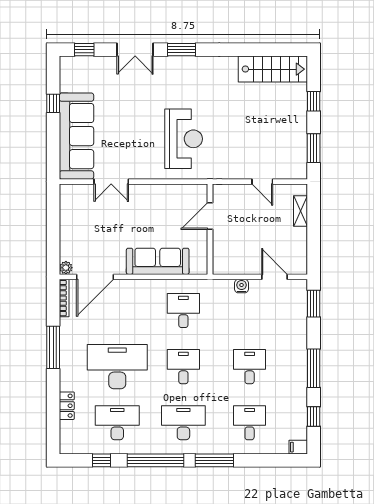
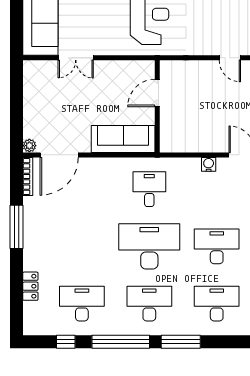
door: (210, 216) -> (157, 93), moved
wall: (210, 229) -> (157, 106), moved
desk: (117, 367) -> (82, 246), removed
desk: (183, 367) -> (149, 246), width x1.87, depth x1.30
desk: (250, 367) -> (217, 246), width x1.37
desk: (250, 423) -> (217, 304), width x1.37

